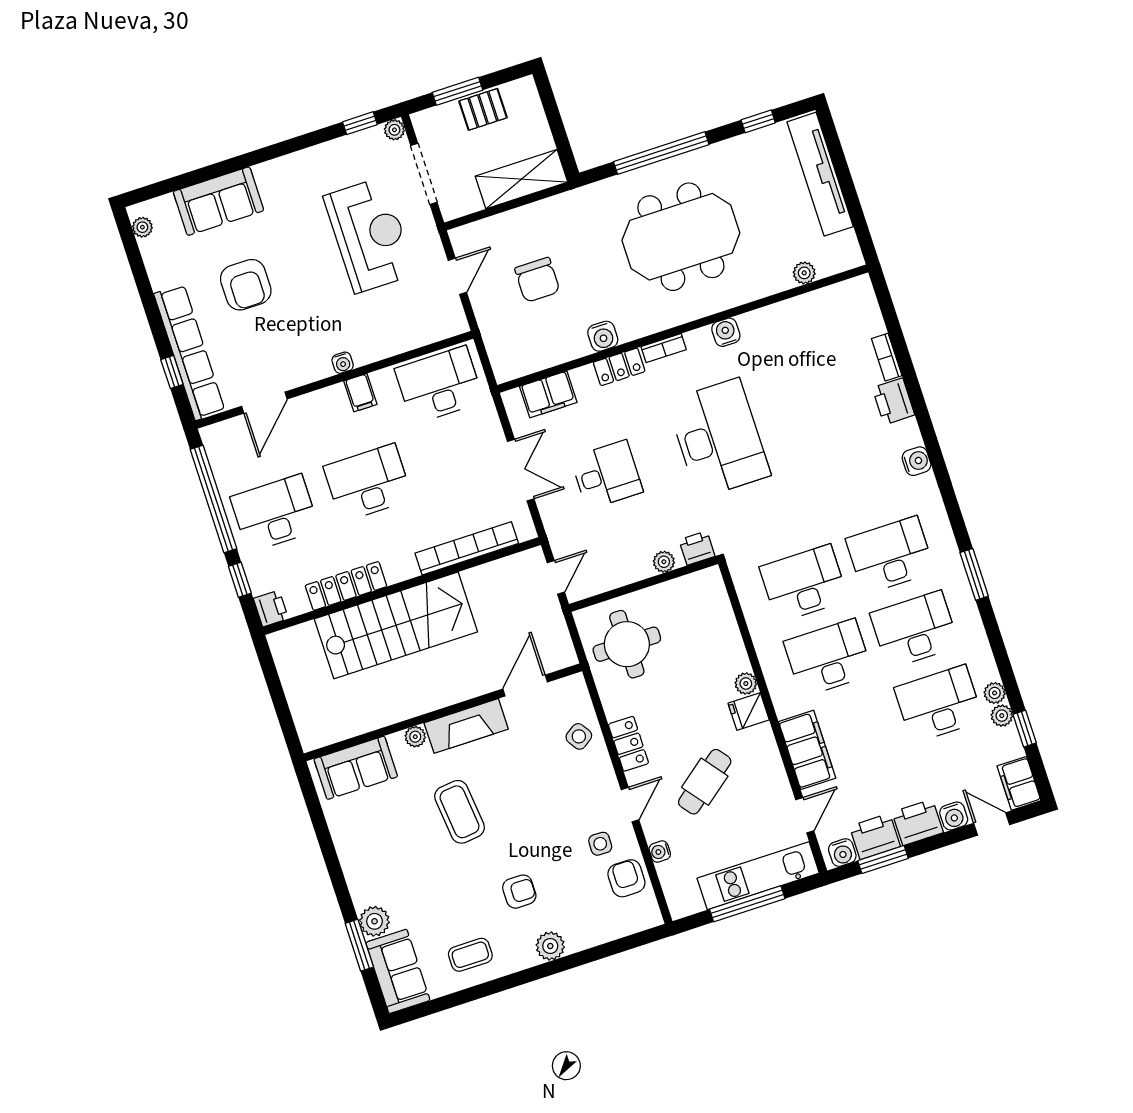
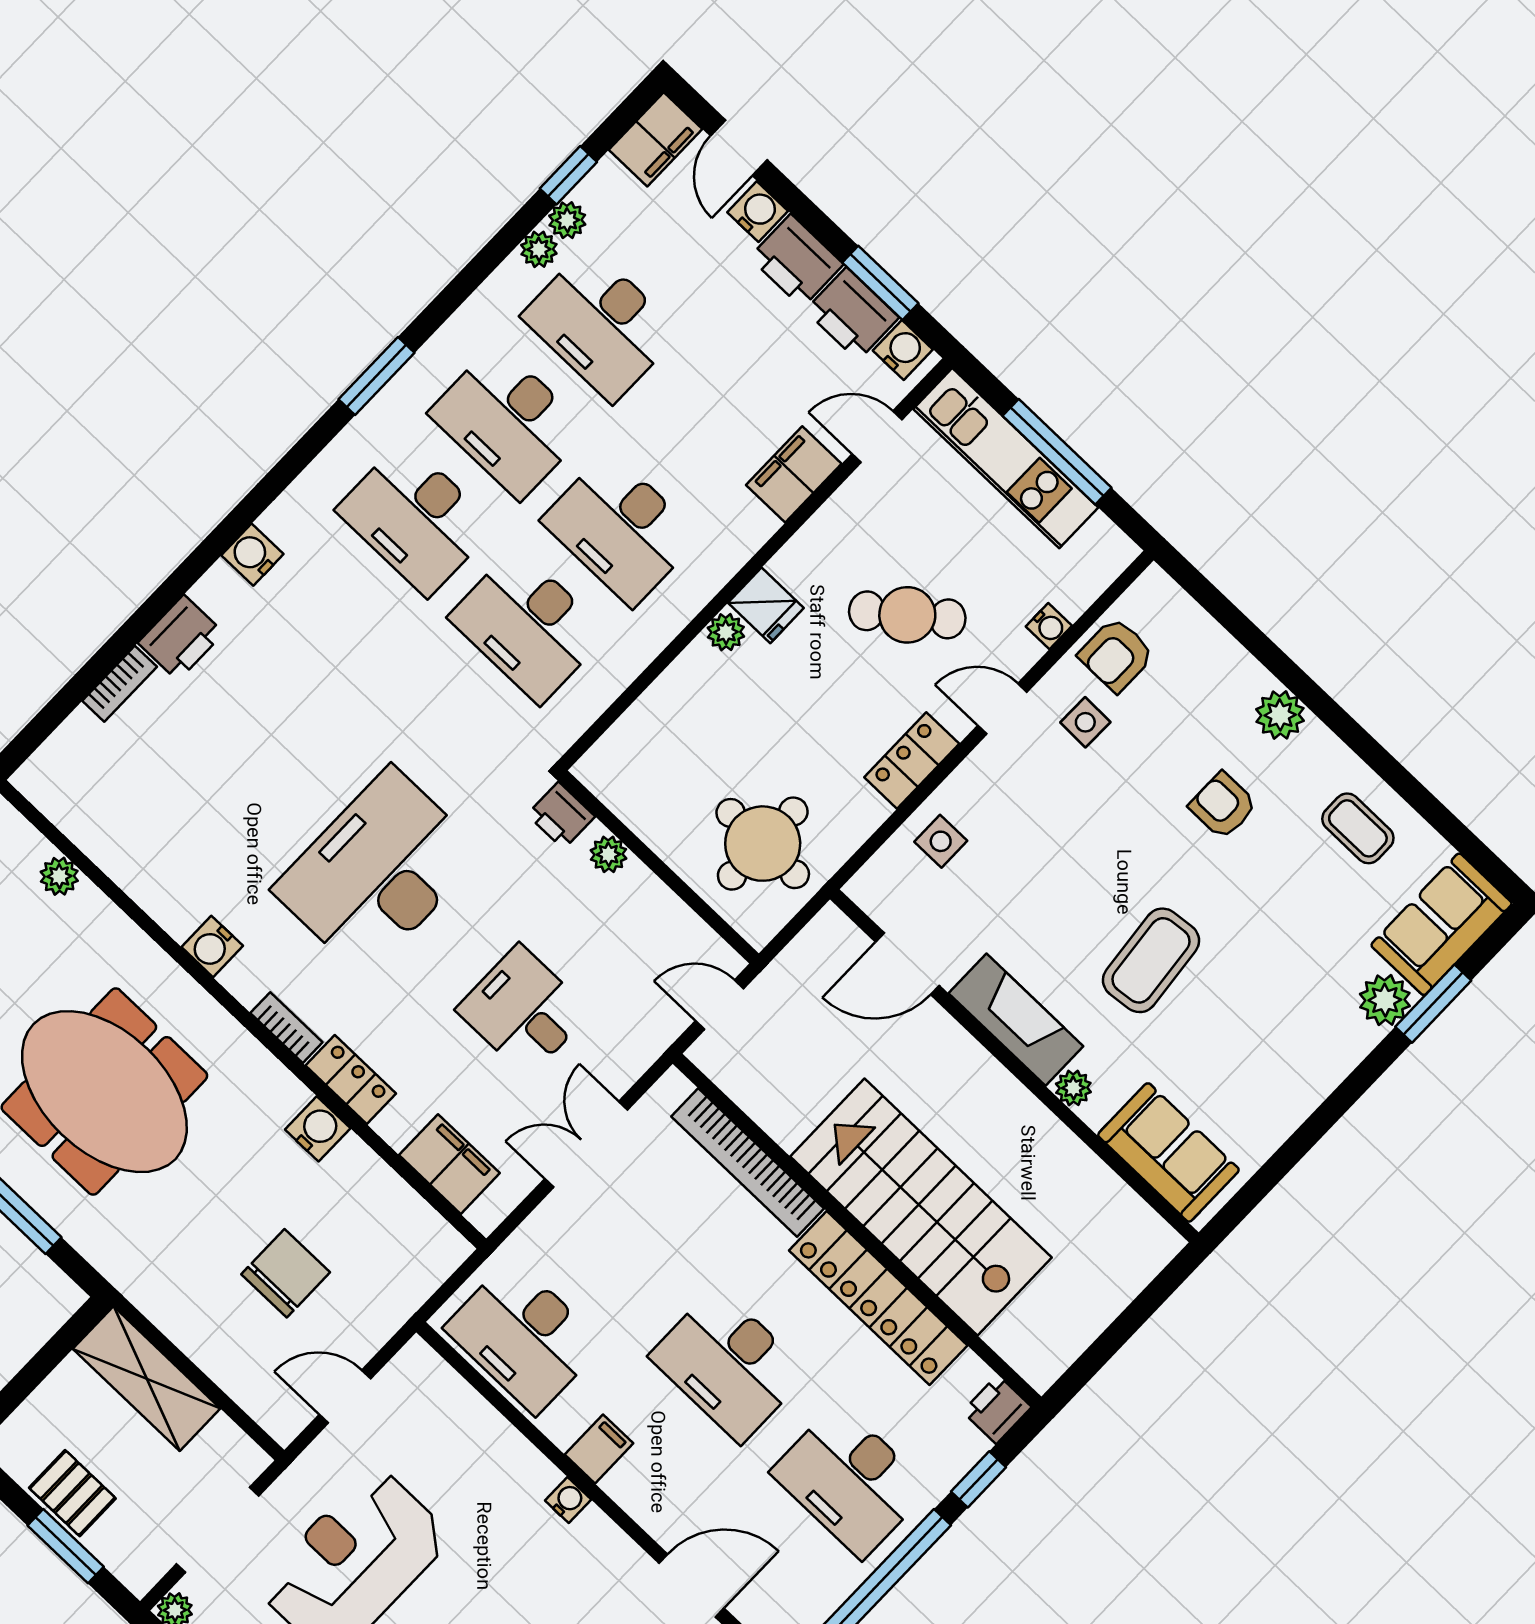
locker: (346, 586) -> (878, 1298), width x1.41, depth x1.21
side table: (579, 736) -> (941, 841), turned 34
filing cabinet: (807, 750) -> (794, 474), width x0.67, depth x0.86

